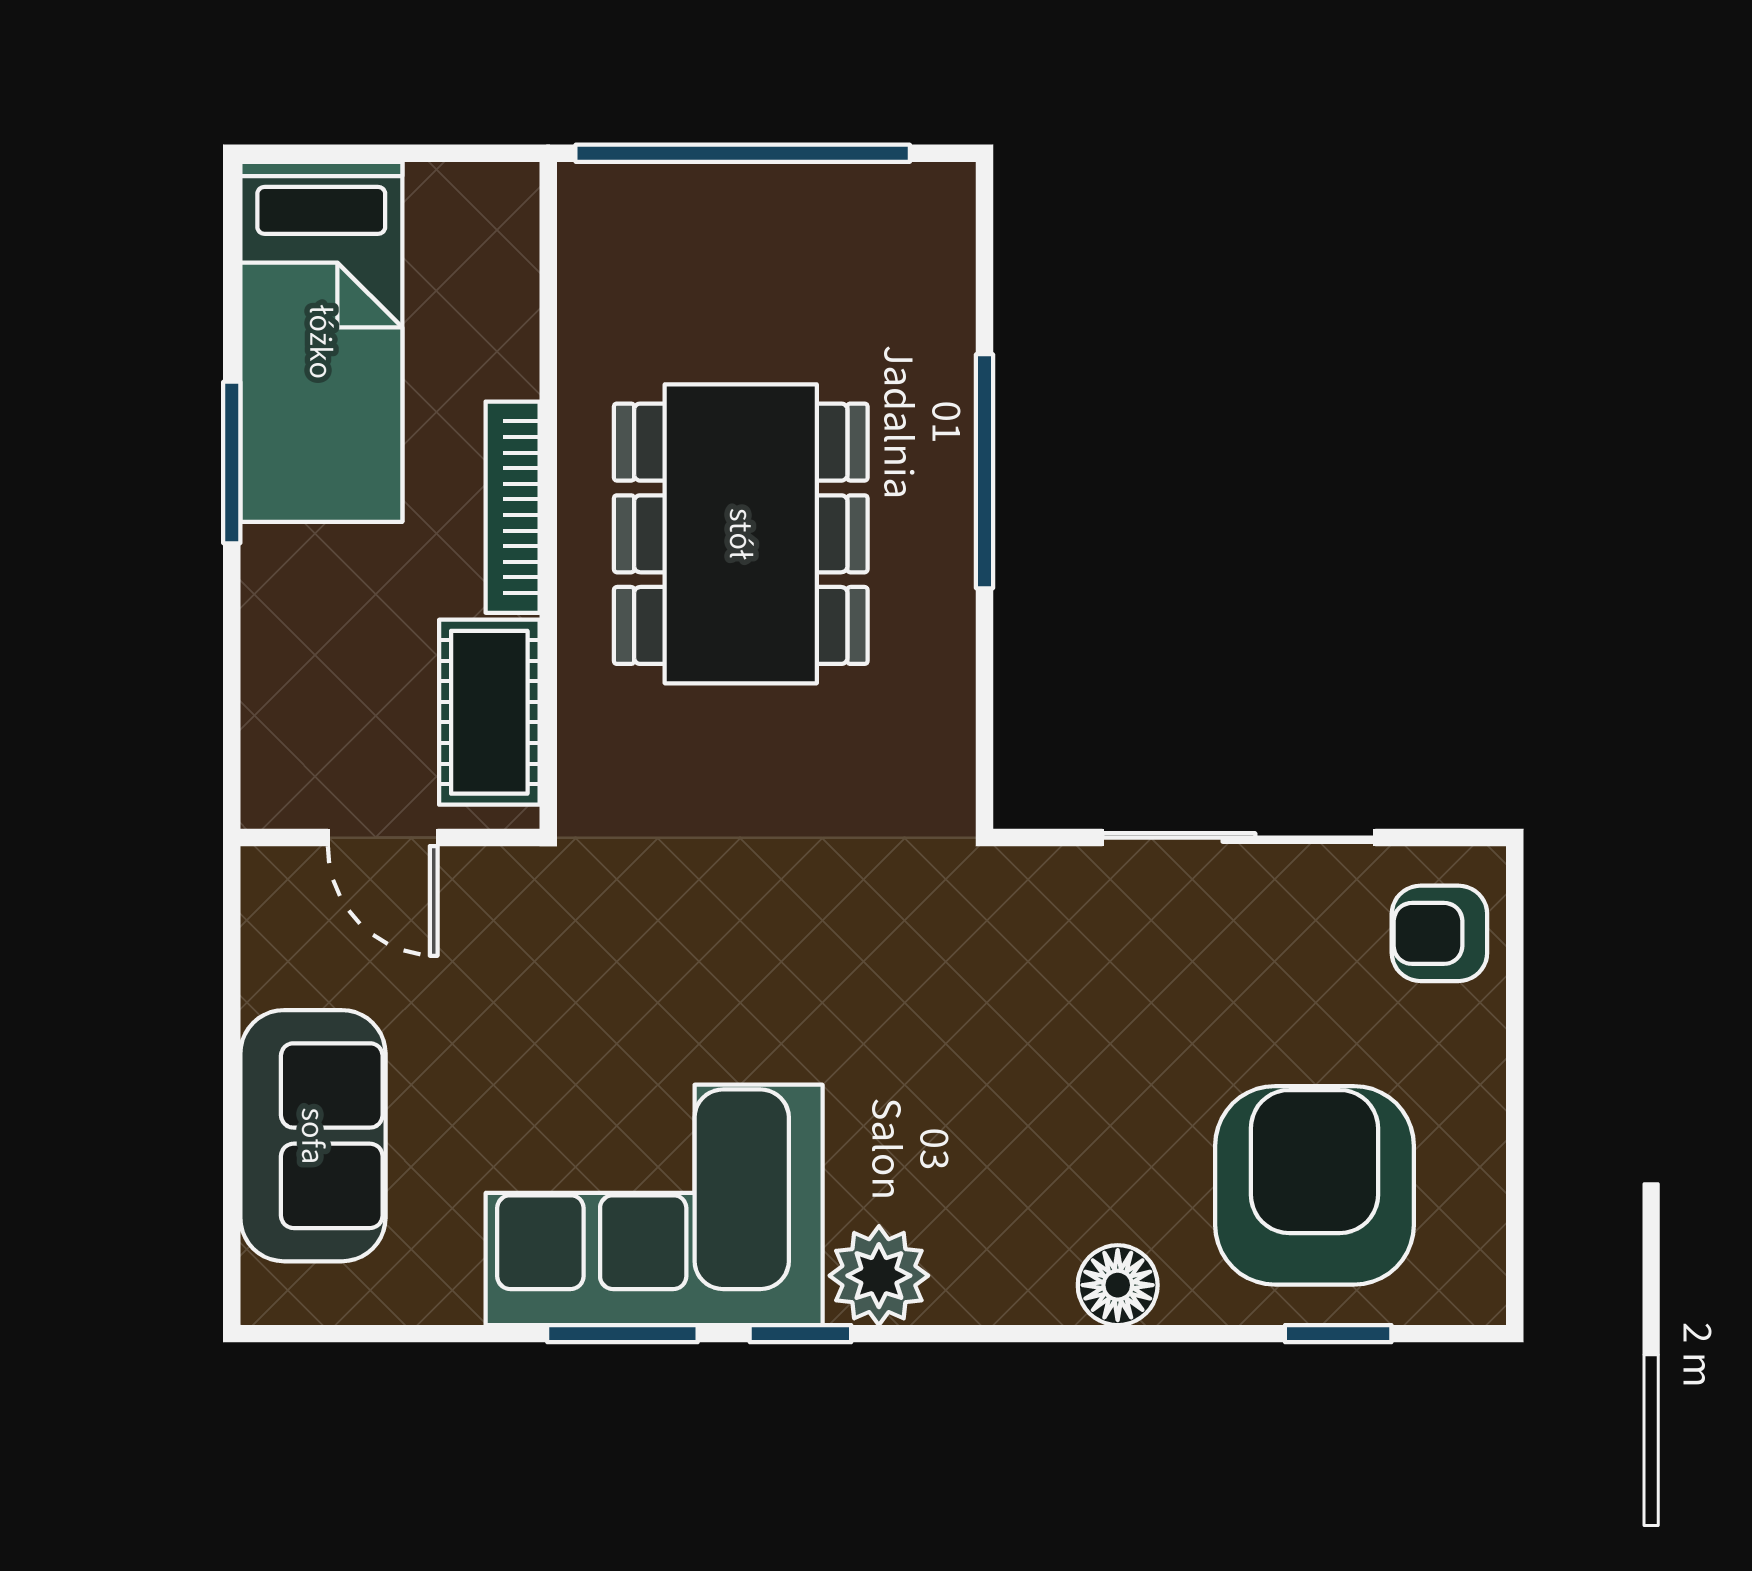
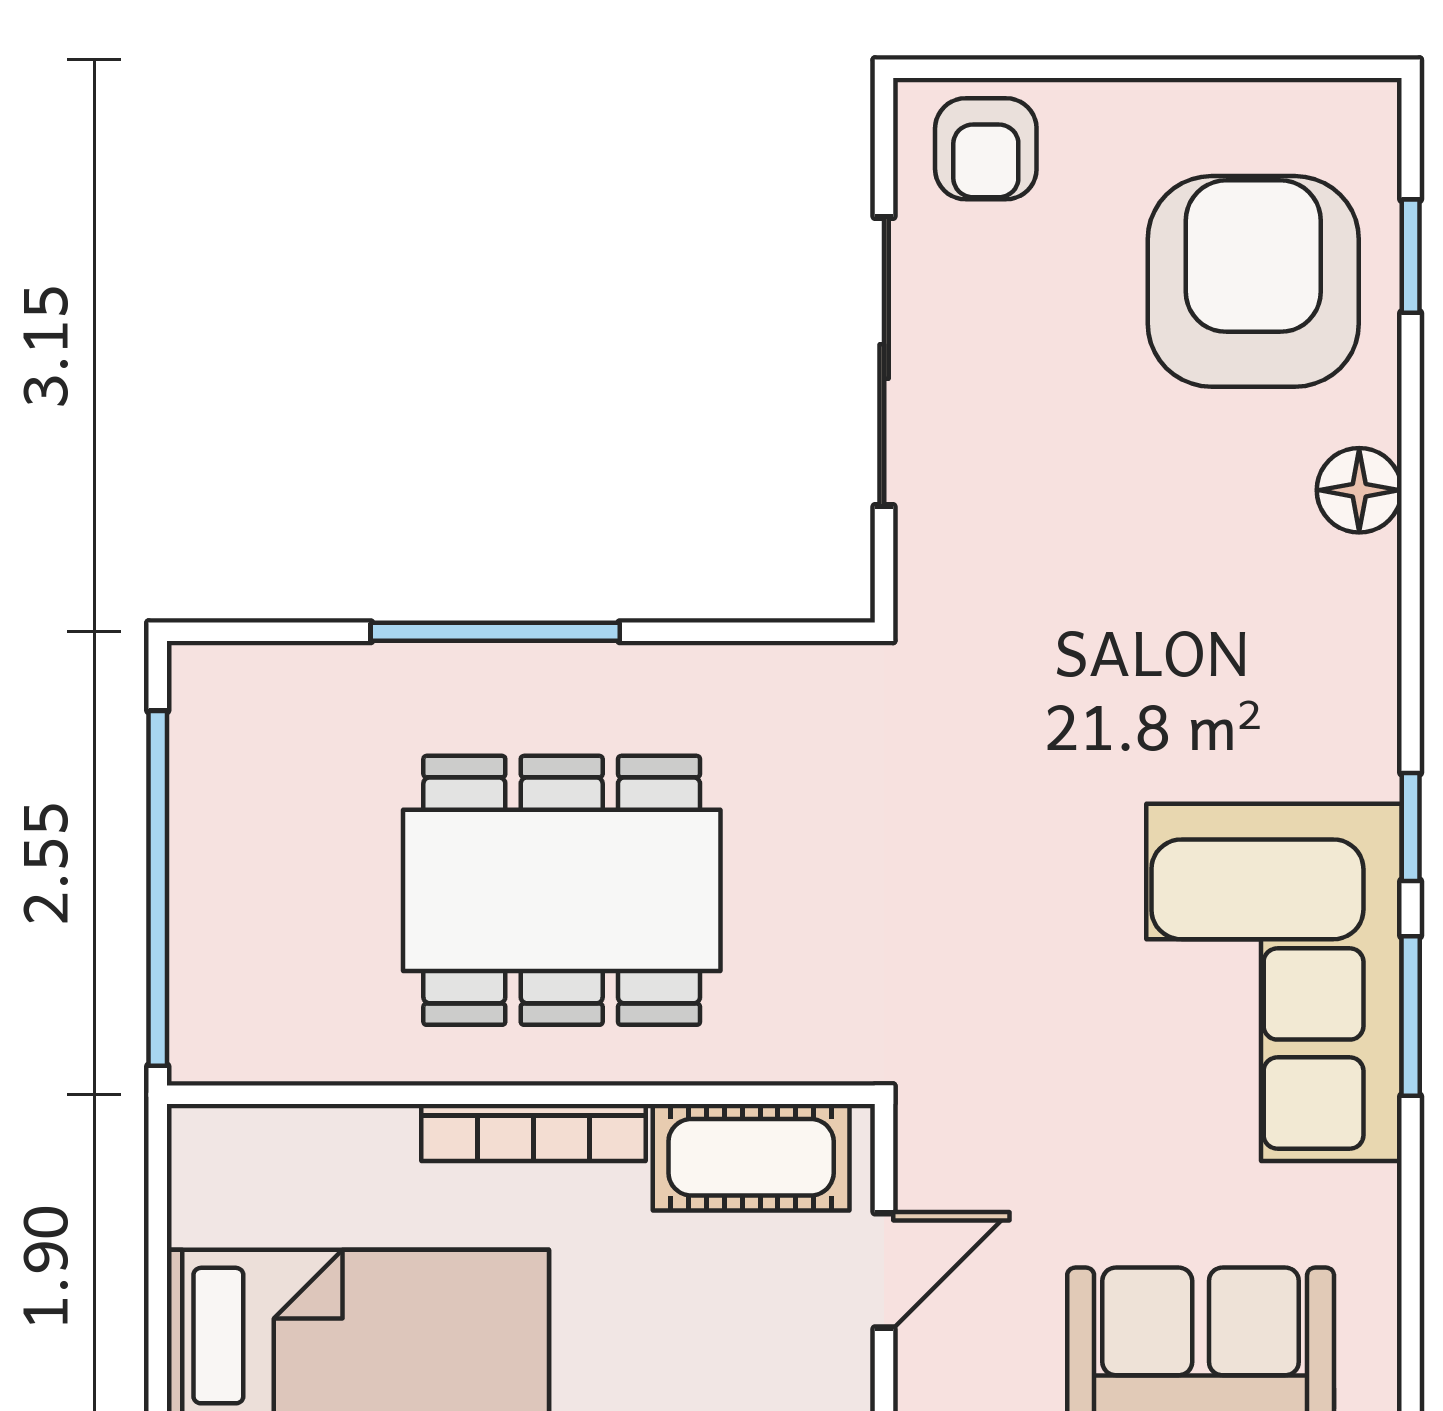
armchair: (1314, 1185) -> (1253, 281), turned 90
plant: (879, 1276) -> (1349, 744), removed

